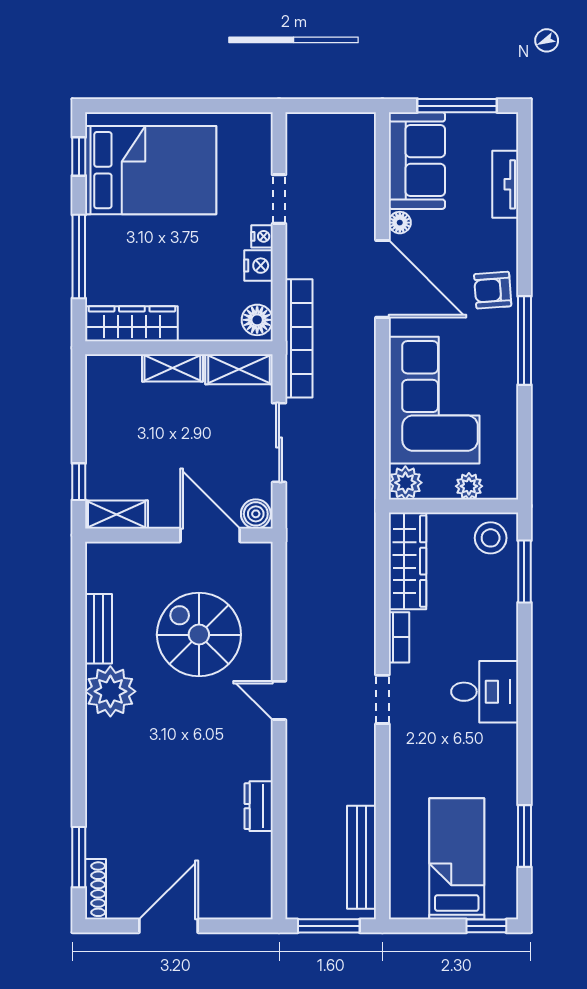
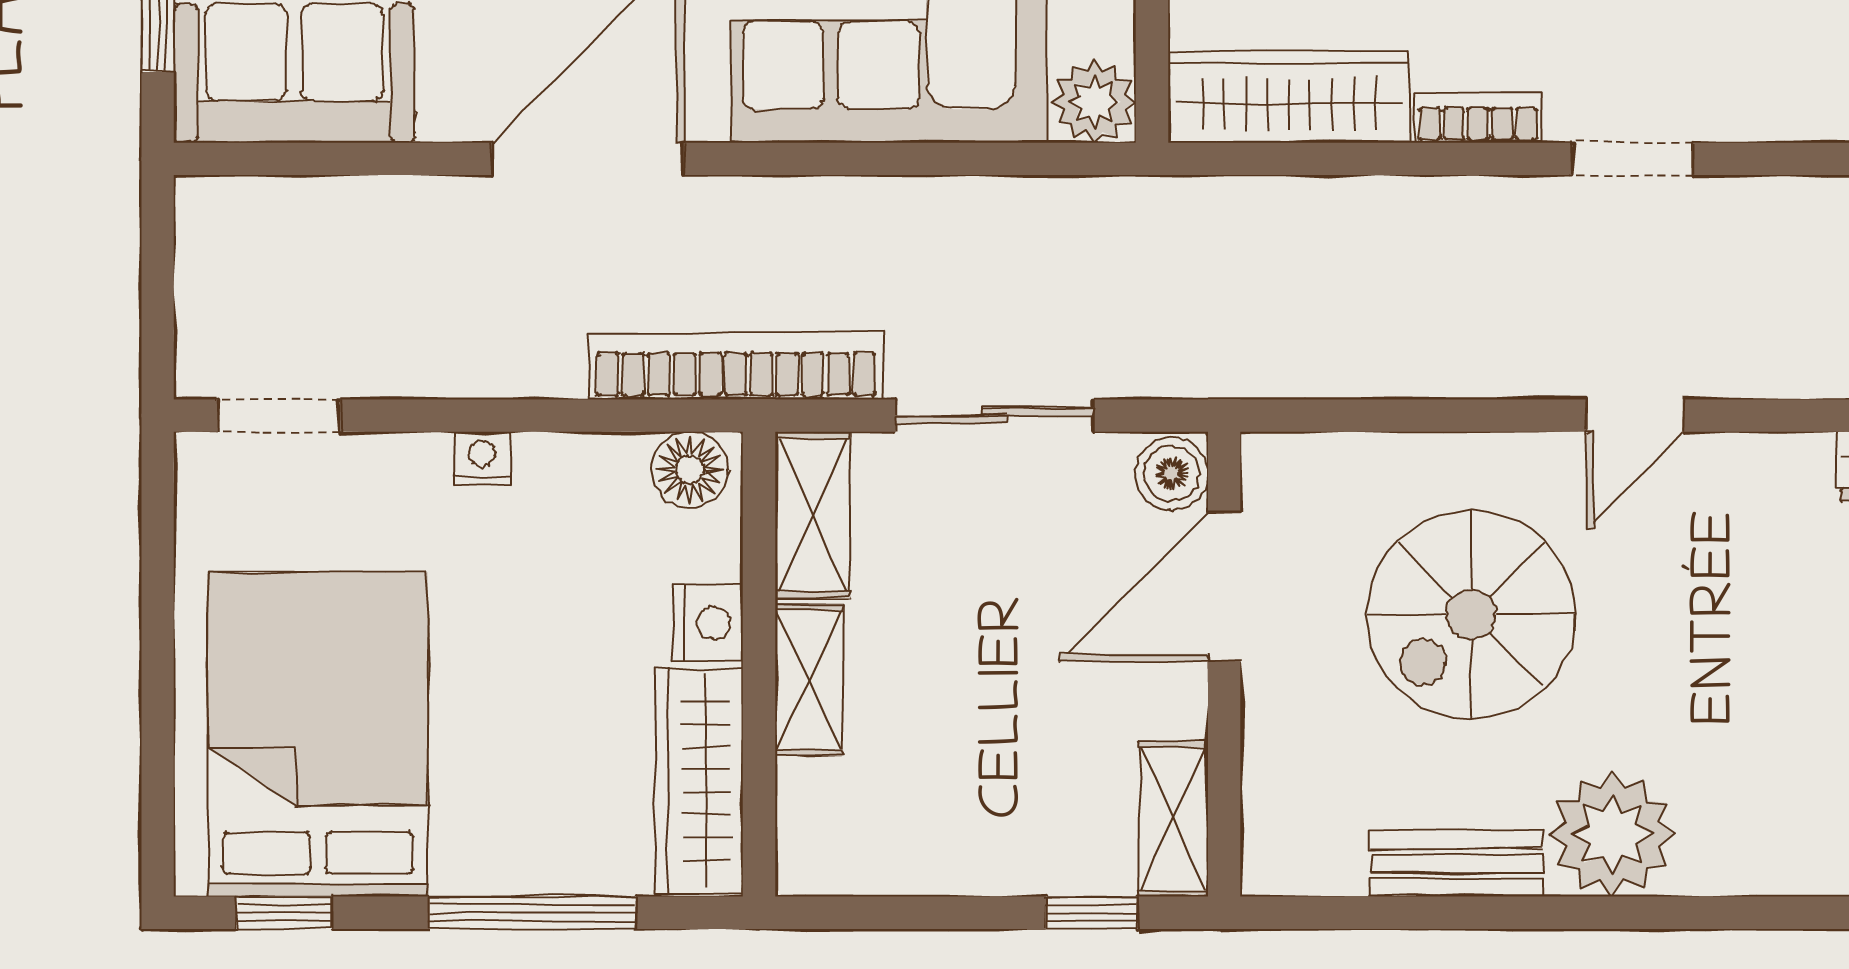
doorway: (279, 199) -> (279, 416), moved
floor lamp: (400, 223) -> (448, 116), removed
nightstand: (258, 266) -> (708, 623), moved, turned 90

